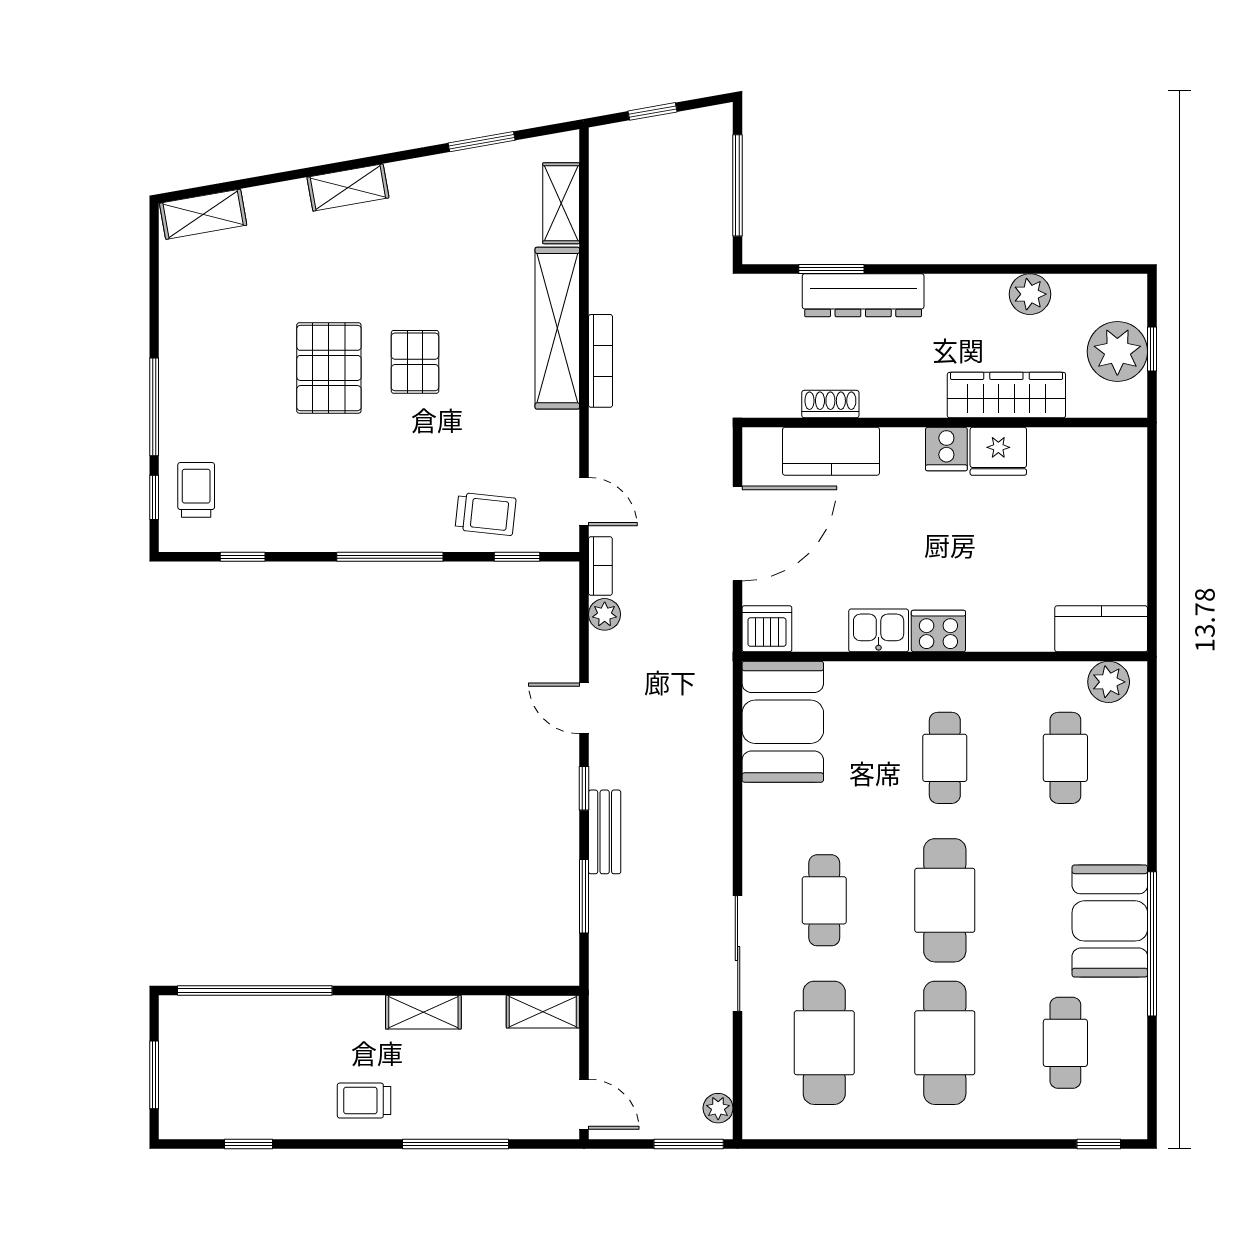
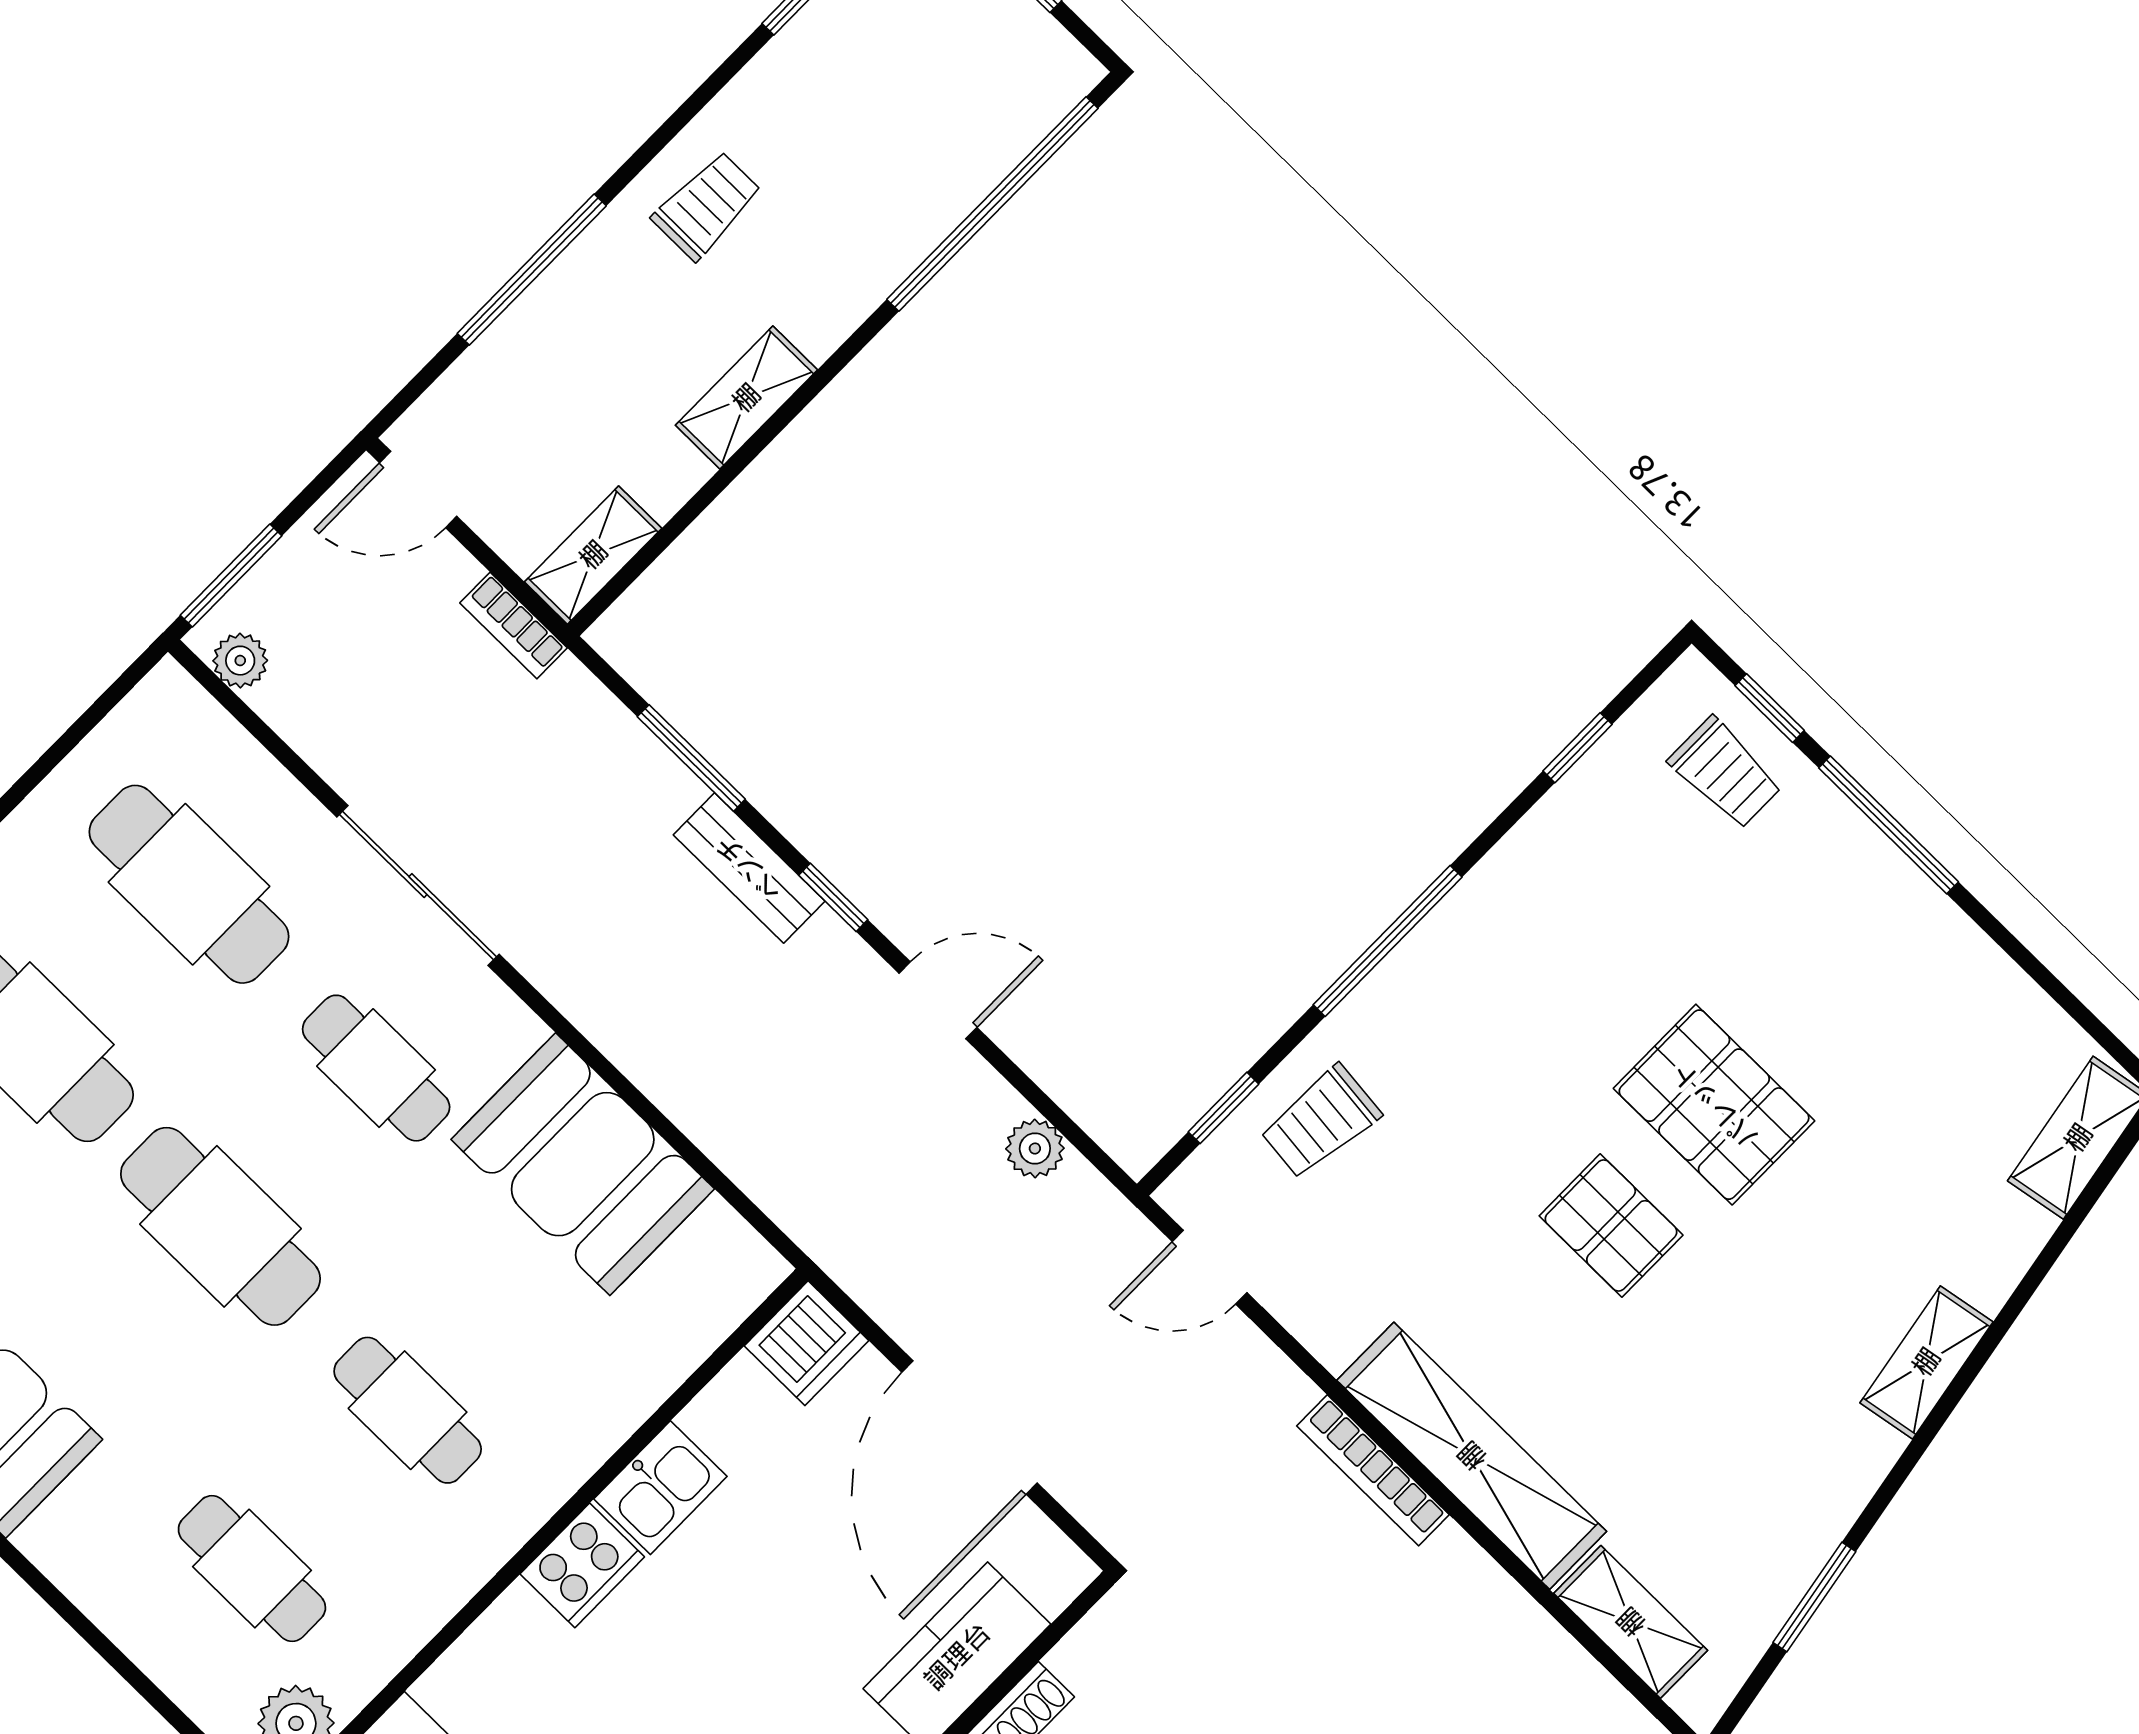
bookcase: (600, 566) -> (514, 625), moved
booth: (783, 722) -> (583, 1164), moved

